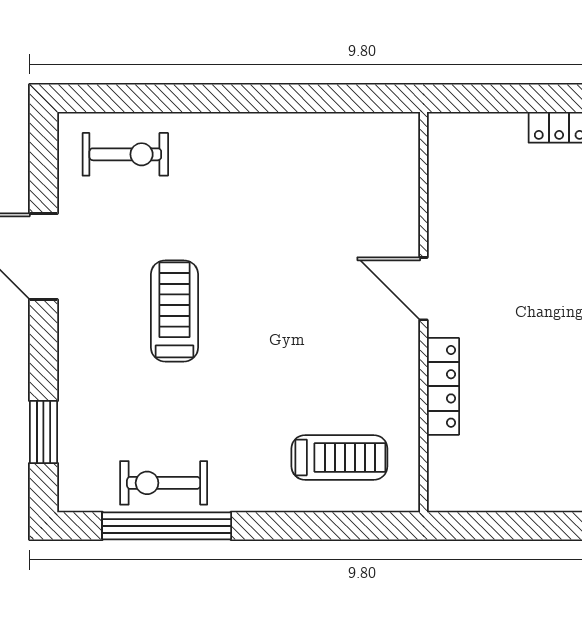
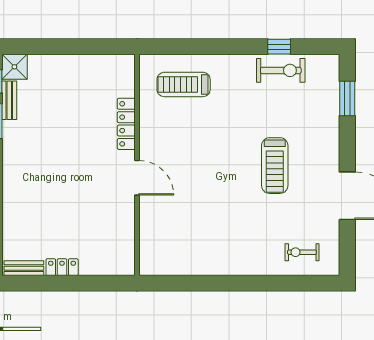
exercise bike: (125, 154) -> (302, 252), width x0.73, depth x0.72
window: (167, 526) -> (279, 47), width x0.32

